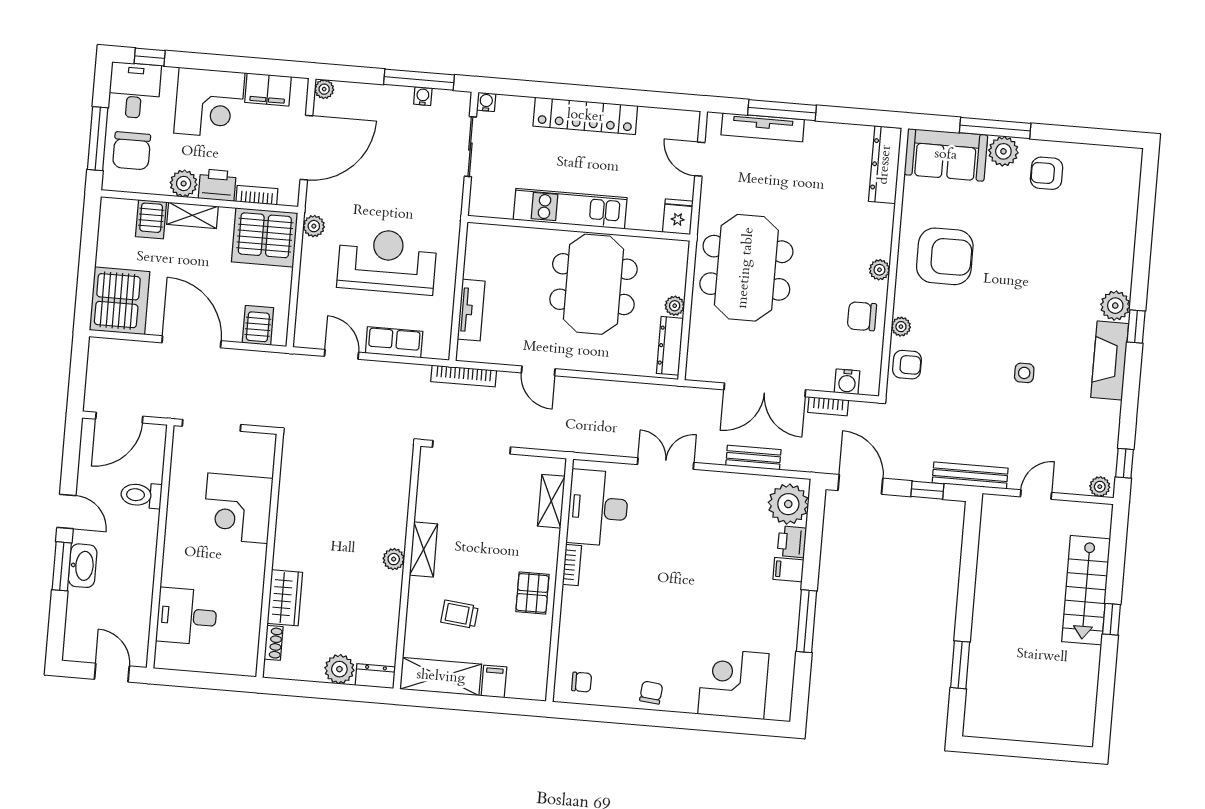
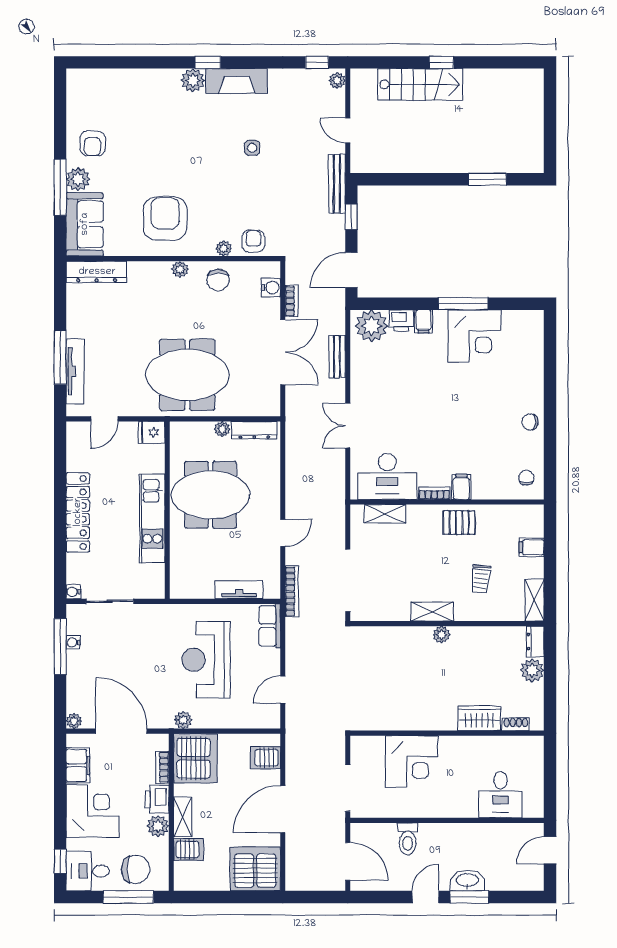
row of seats: (394, 342) -> (270, 626), moved
filing cabinet: (577, 600) -> (461, 487), added
shelving: (441, 677) -> (534, 600), width x0.67, depth x0.75
corner desk: (733, 684) -> (474, 336), moved, turned -90

